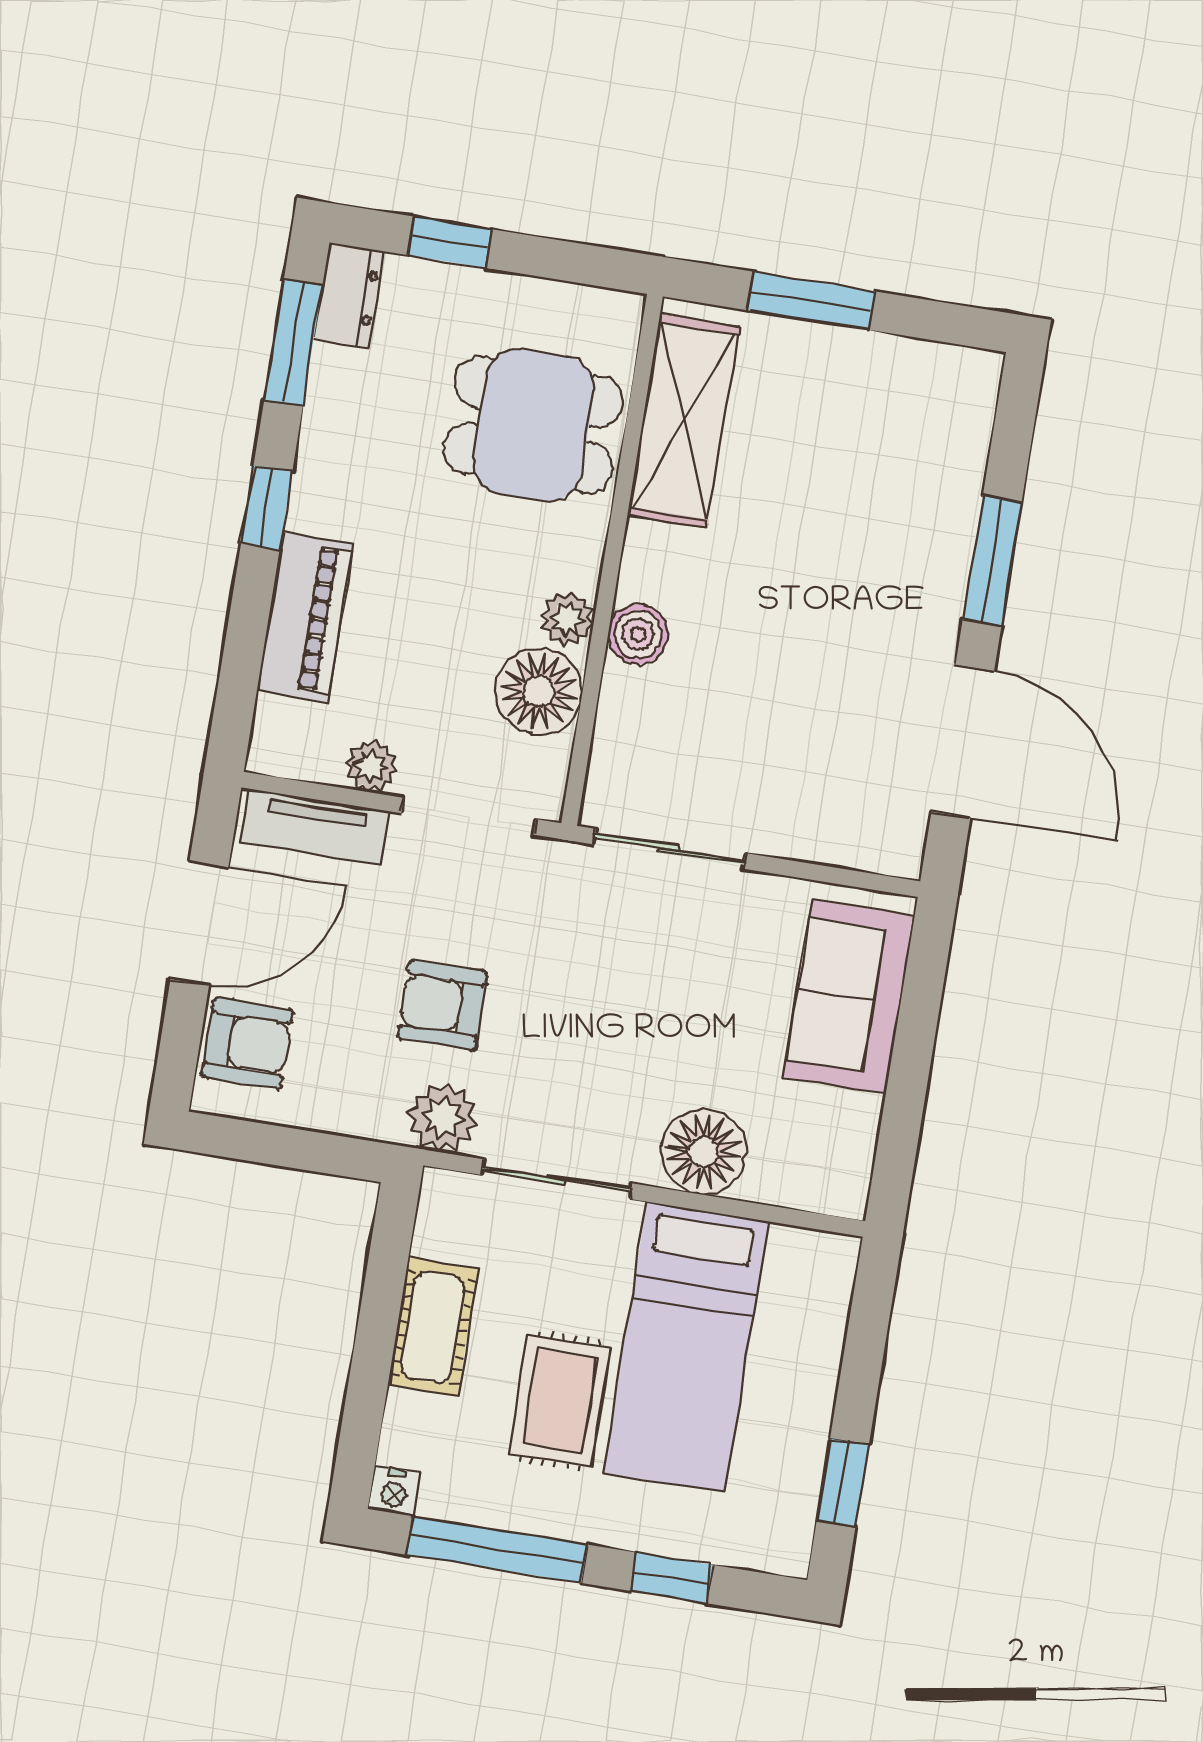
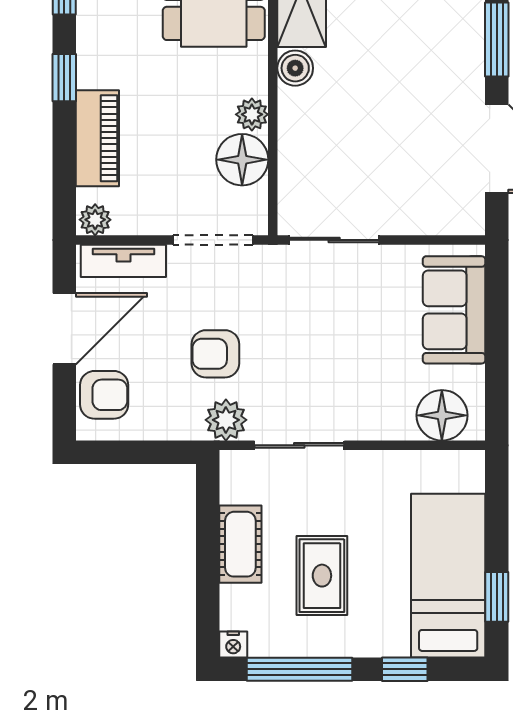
boiler: (638, 634) -> (295, 68), moved
plant: (371, 766) -> (95, 220), moved
floor lamp: (703, 1152) -> (442, 415), moved
bed: (686, 1347) -> (448, 576), moved, turned 180

